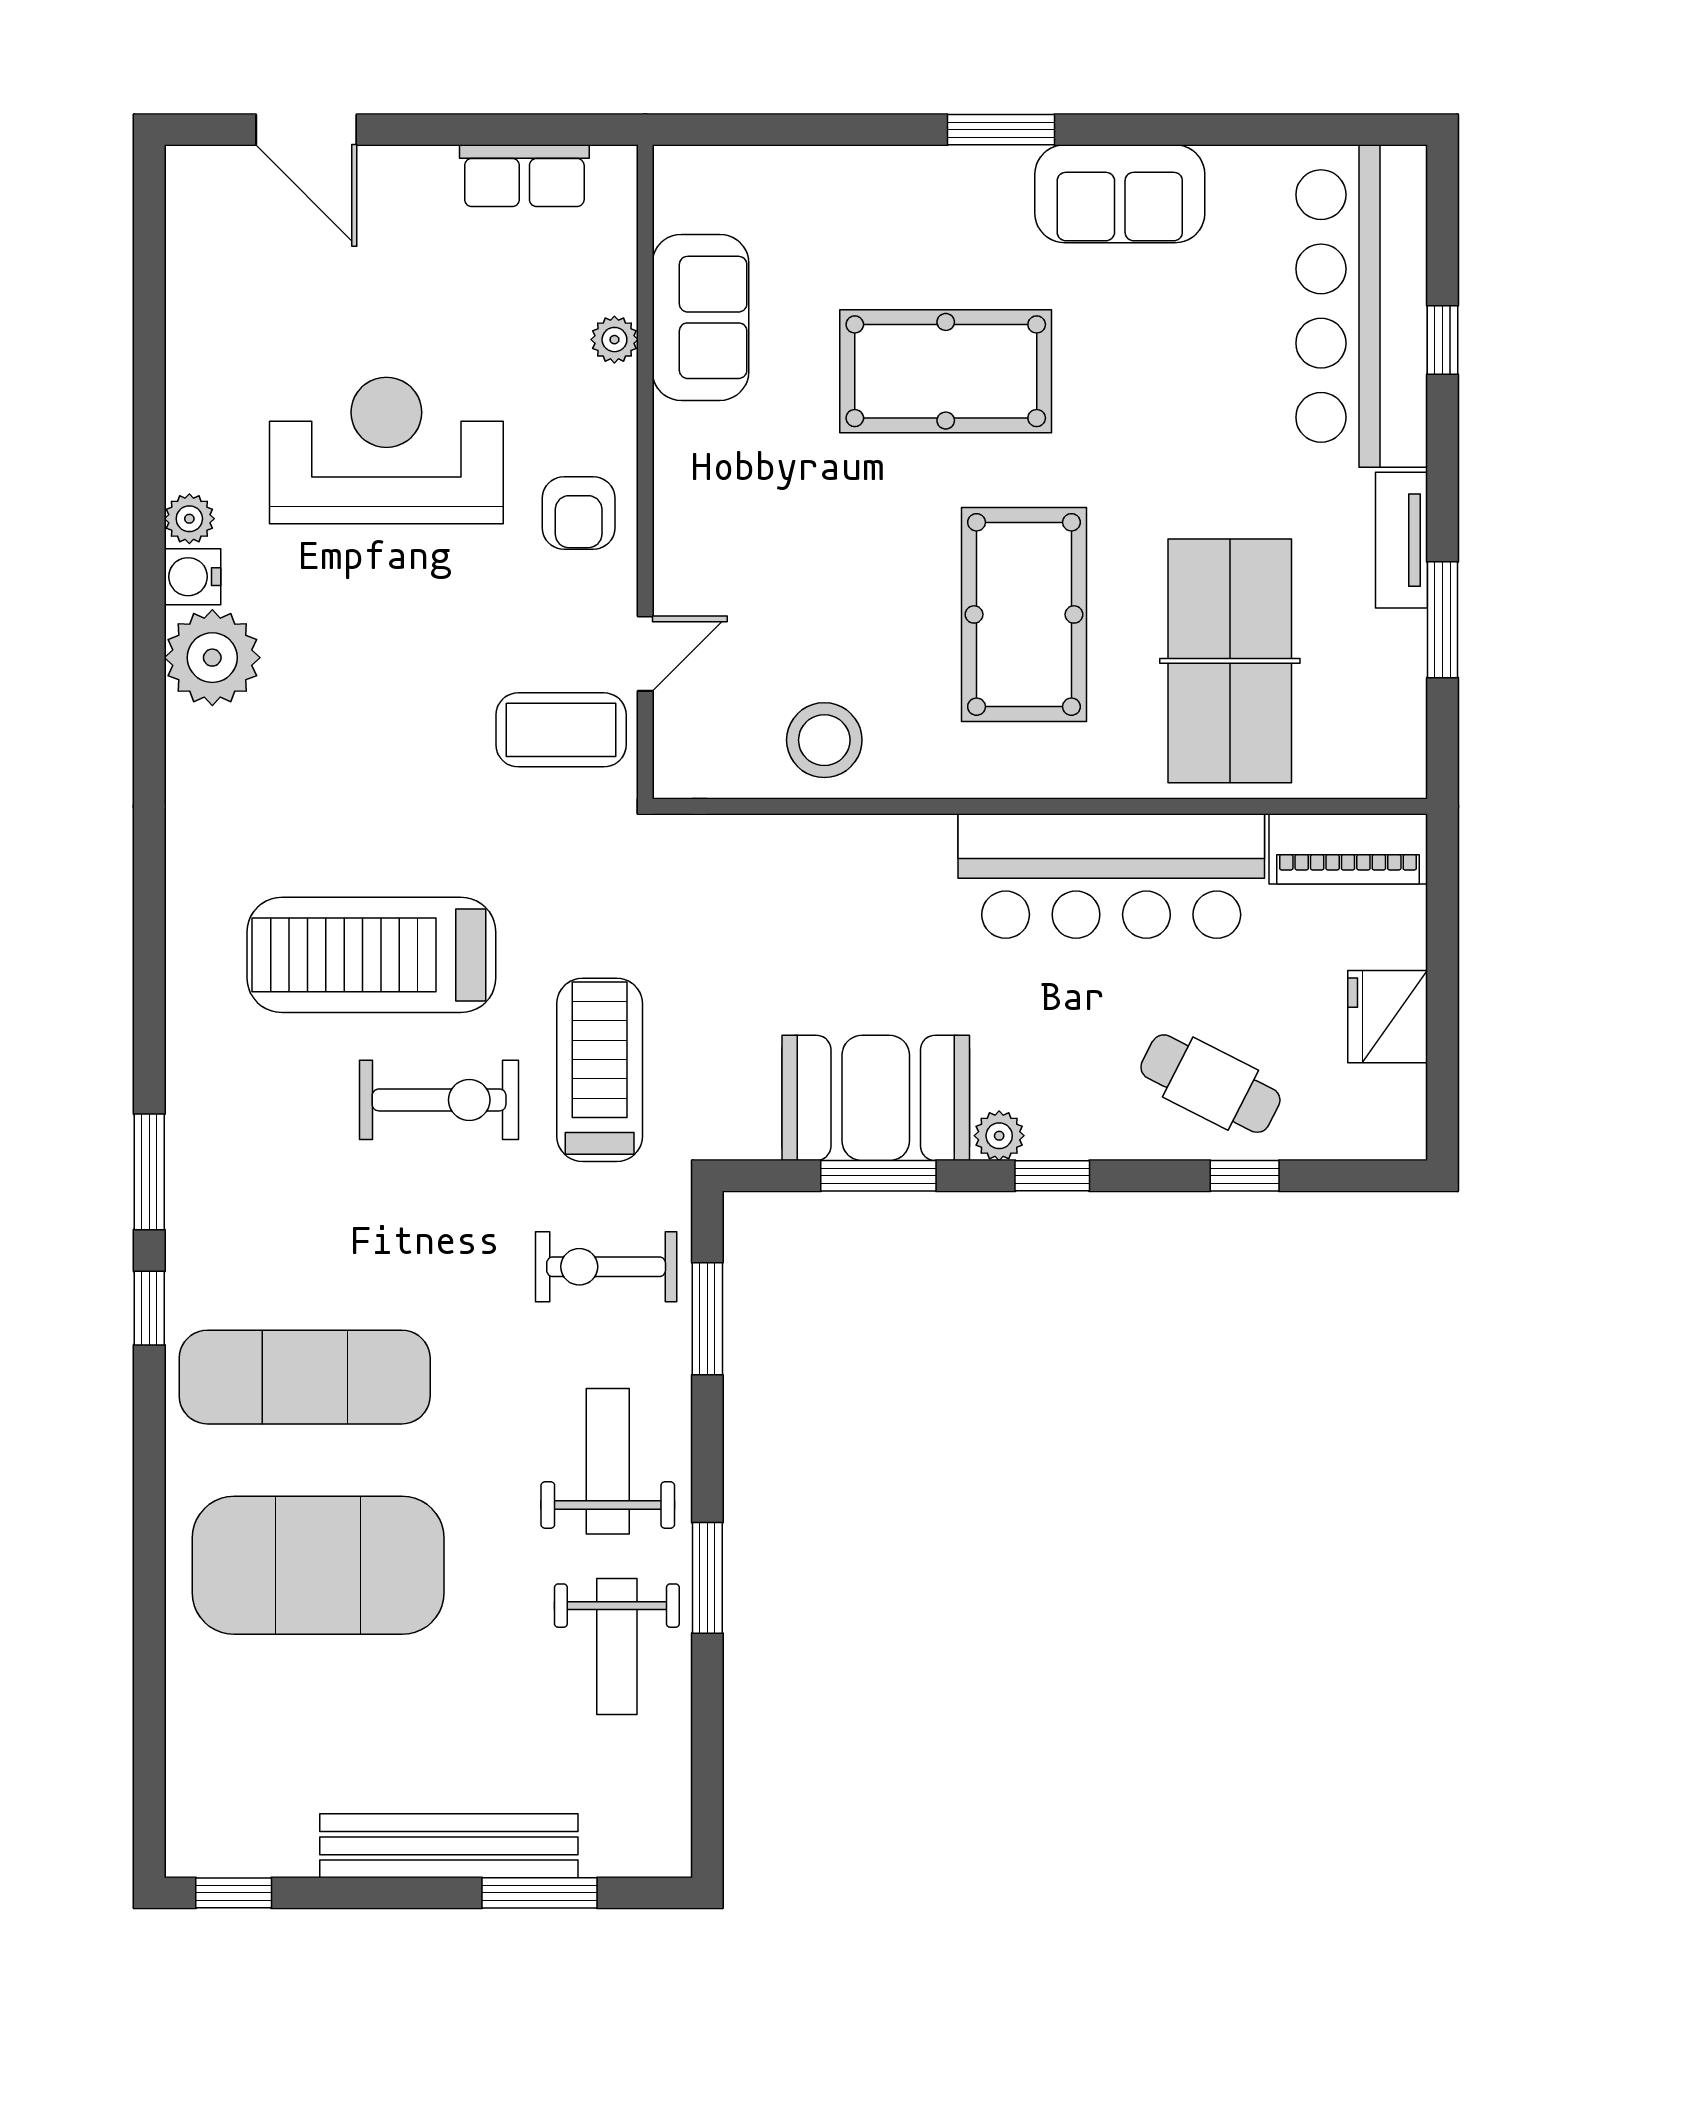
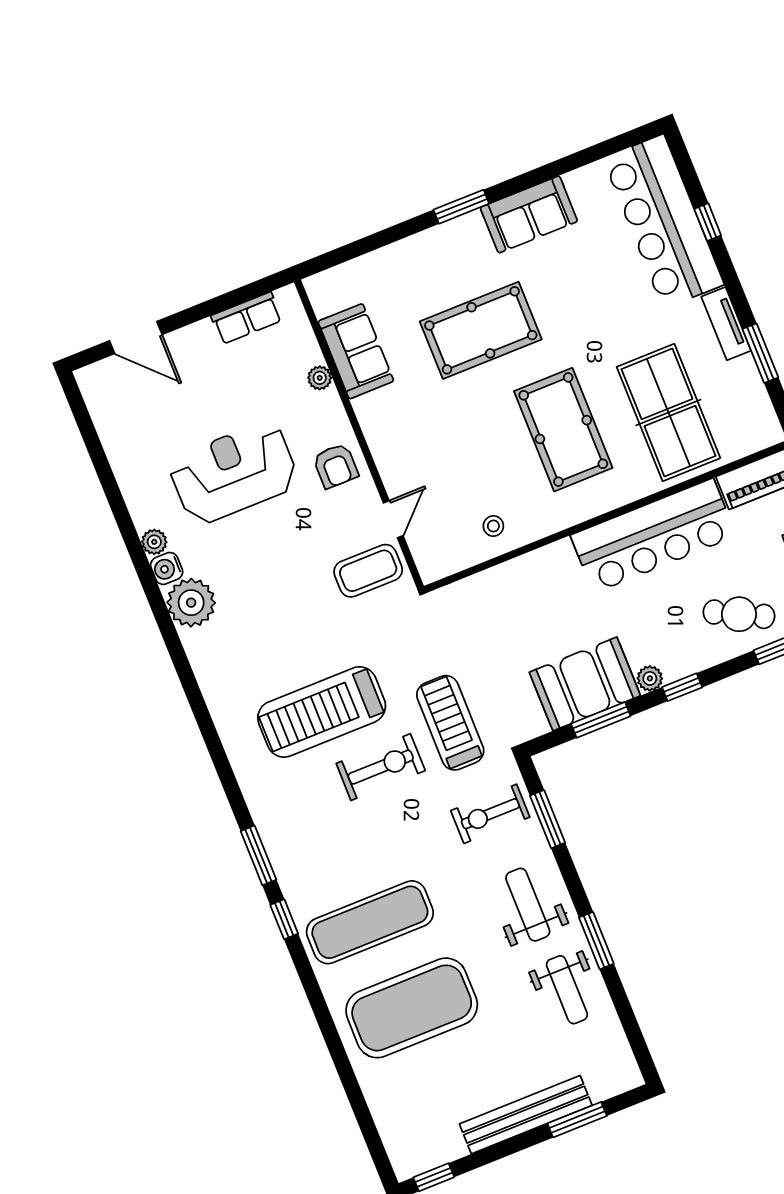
stool: (824, 740) -> (493, 526), width x0.53, depth x0.53

